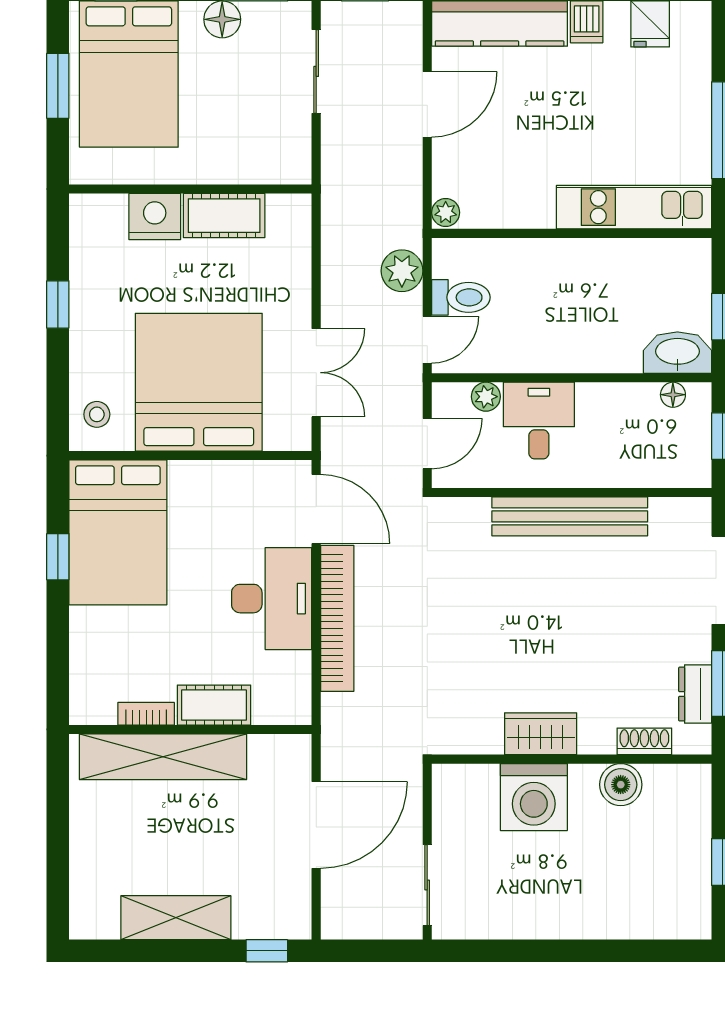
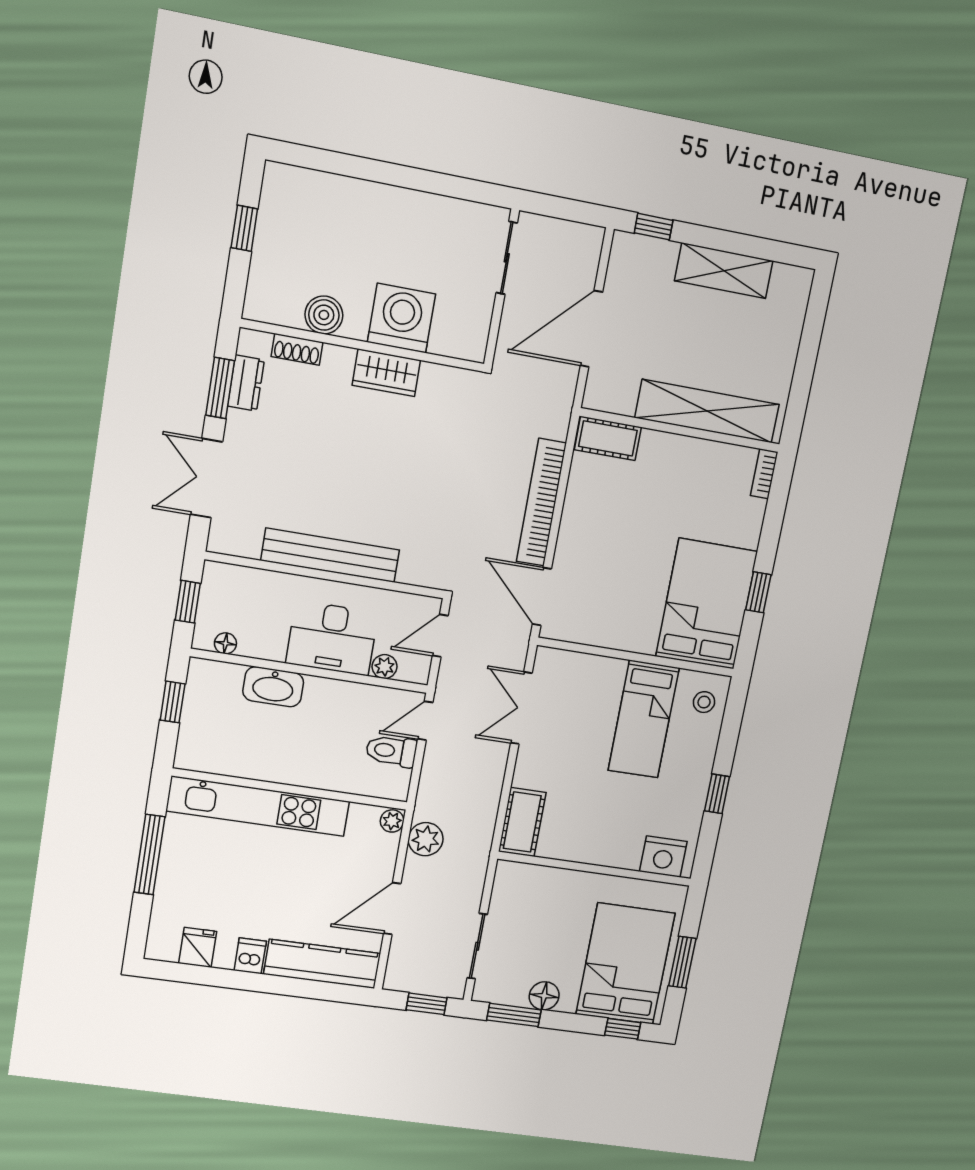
kitchen unit: (634, 207) -> (258, 806), width x1.36
cot: (224, 216) -> (522, 822), moved, turned 90
nightstand: (155, 217) -> (663, 856), moved
plant: (402, 271) -> (426, 839), moved
washbasin: (677, 353) -> (273, 687), moved
bed: (199, 382) -> (644, 719), width x0.49
desk: (539, 421) -> (332, 638), width x1.37
desk: (272, 599) -> (592, 528), removed
cot: (214, 705) -> (608, 438), moved
bookcase: (146, 714) -> (764, 474), moved, turned 90

